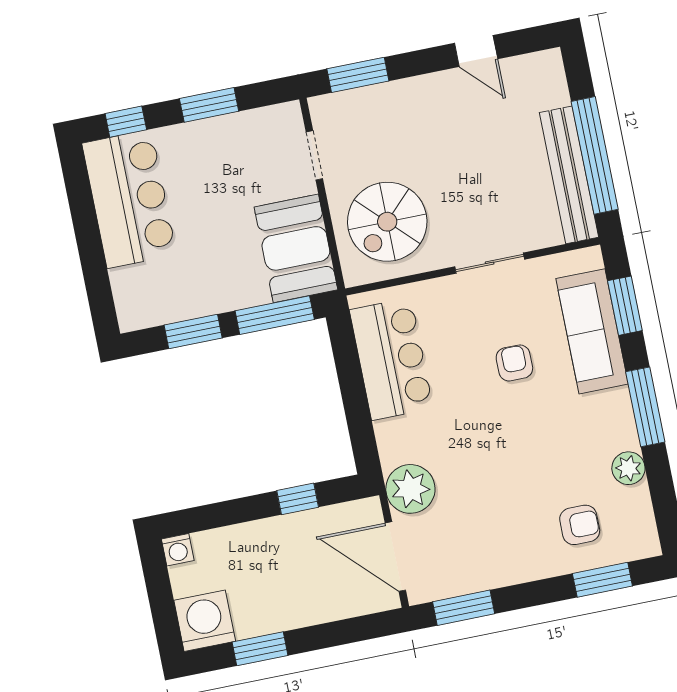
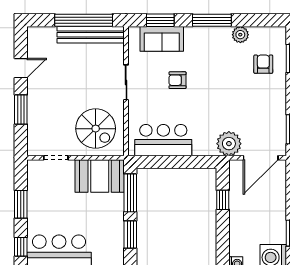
window: (358, 75) -> (21, 110), moved
sofa: (592, 331) -> (162, 39), width x0.73

